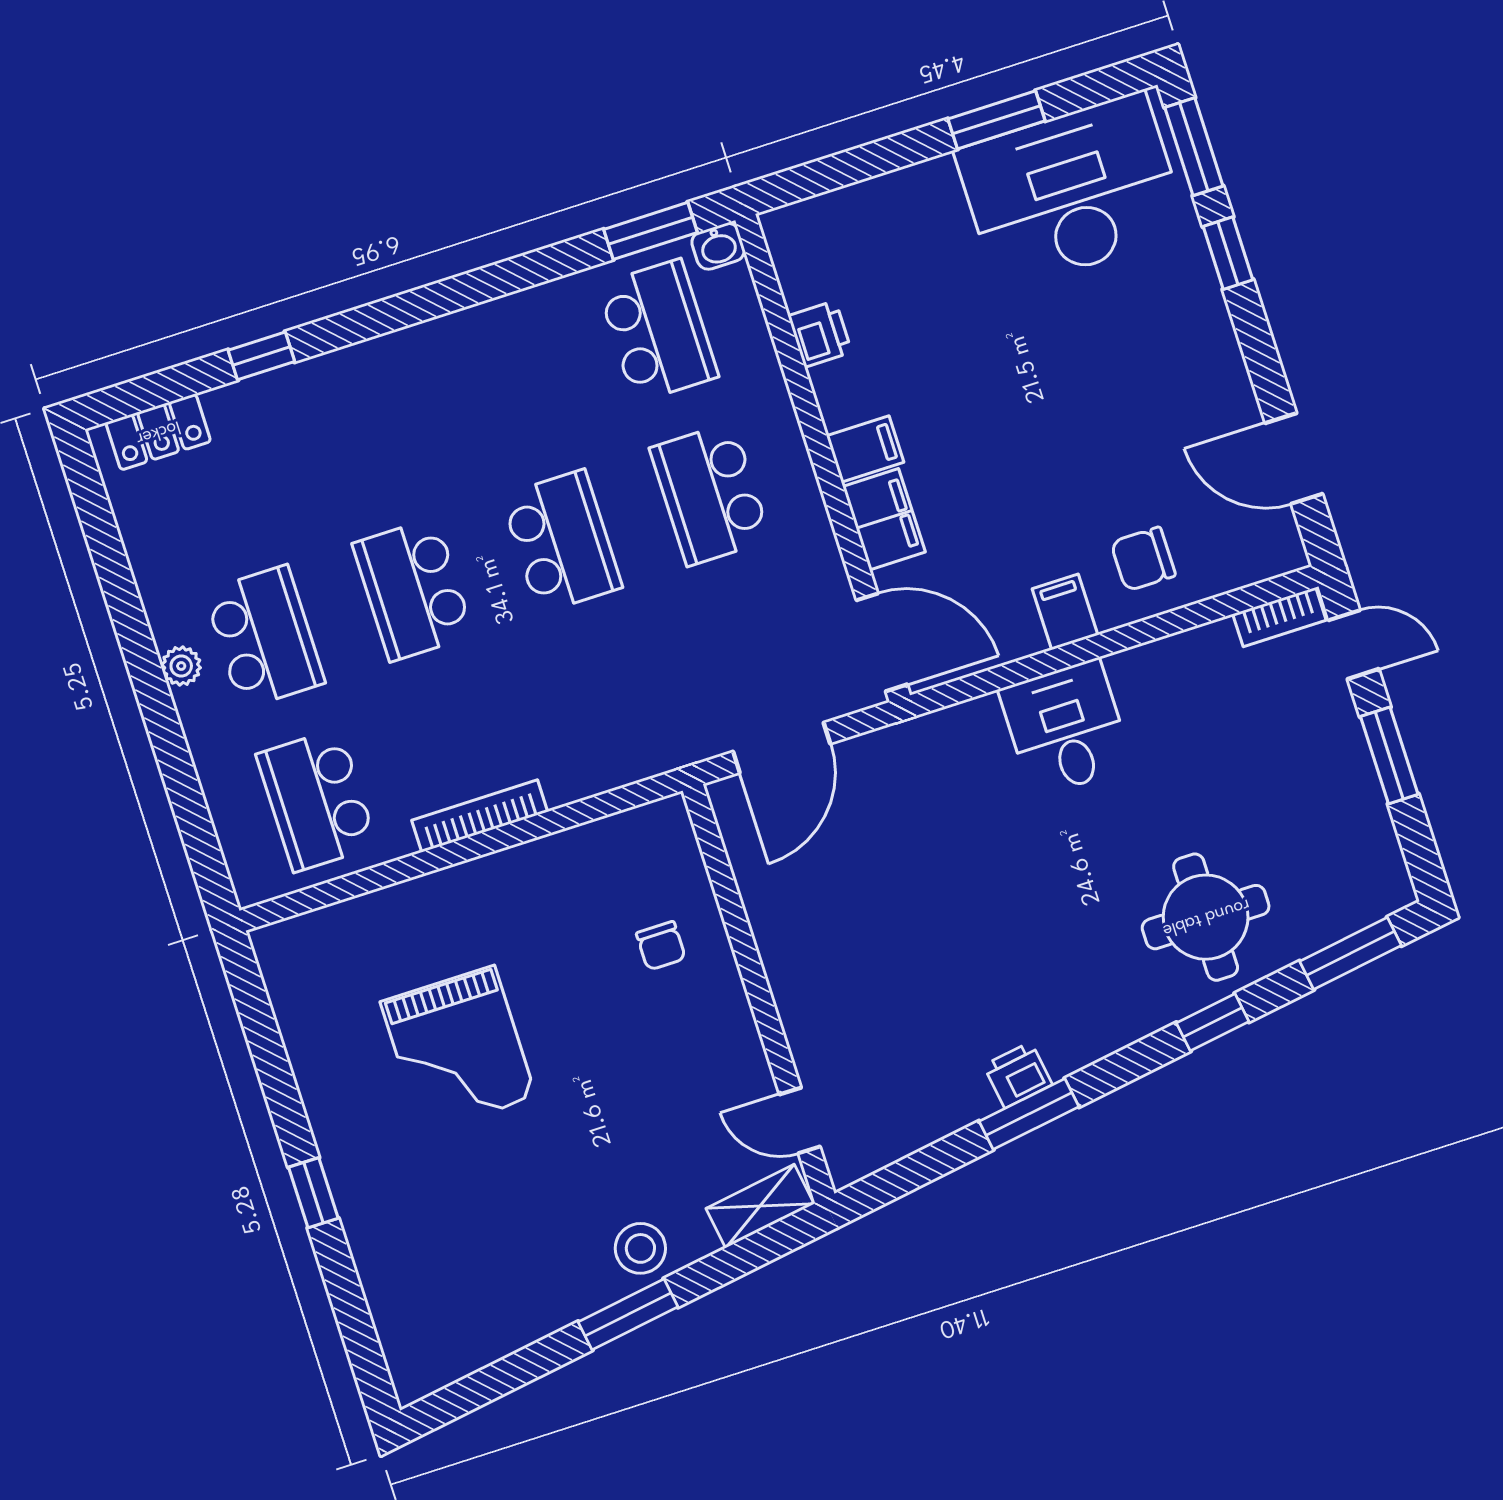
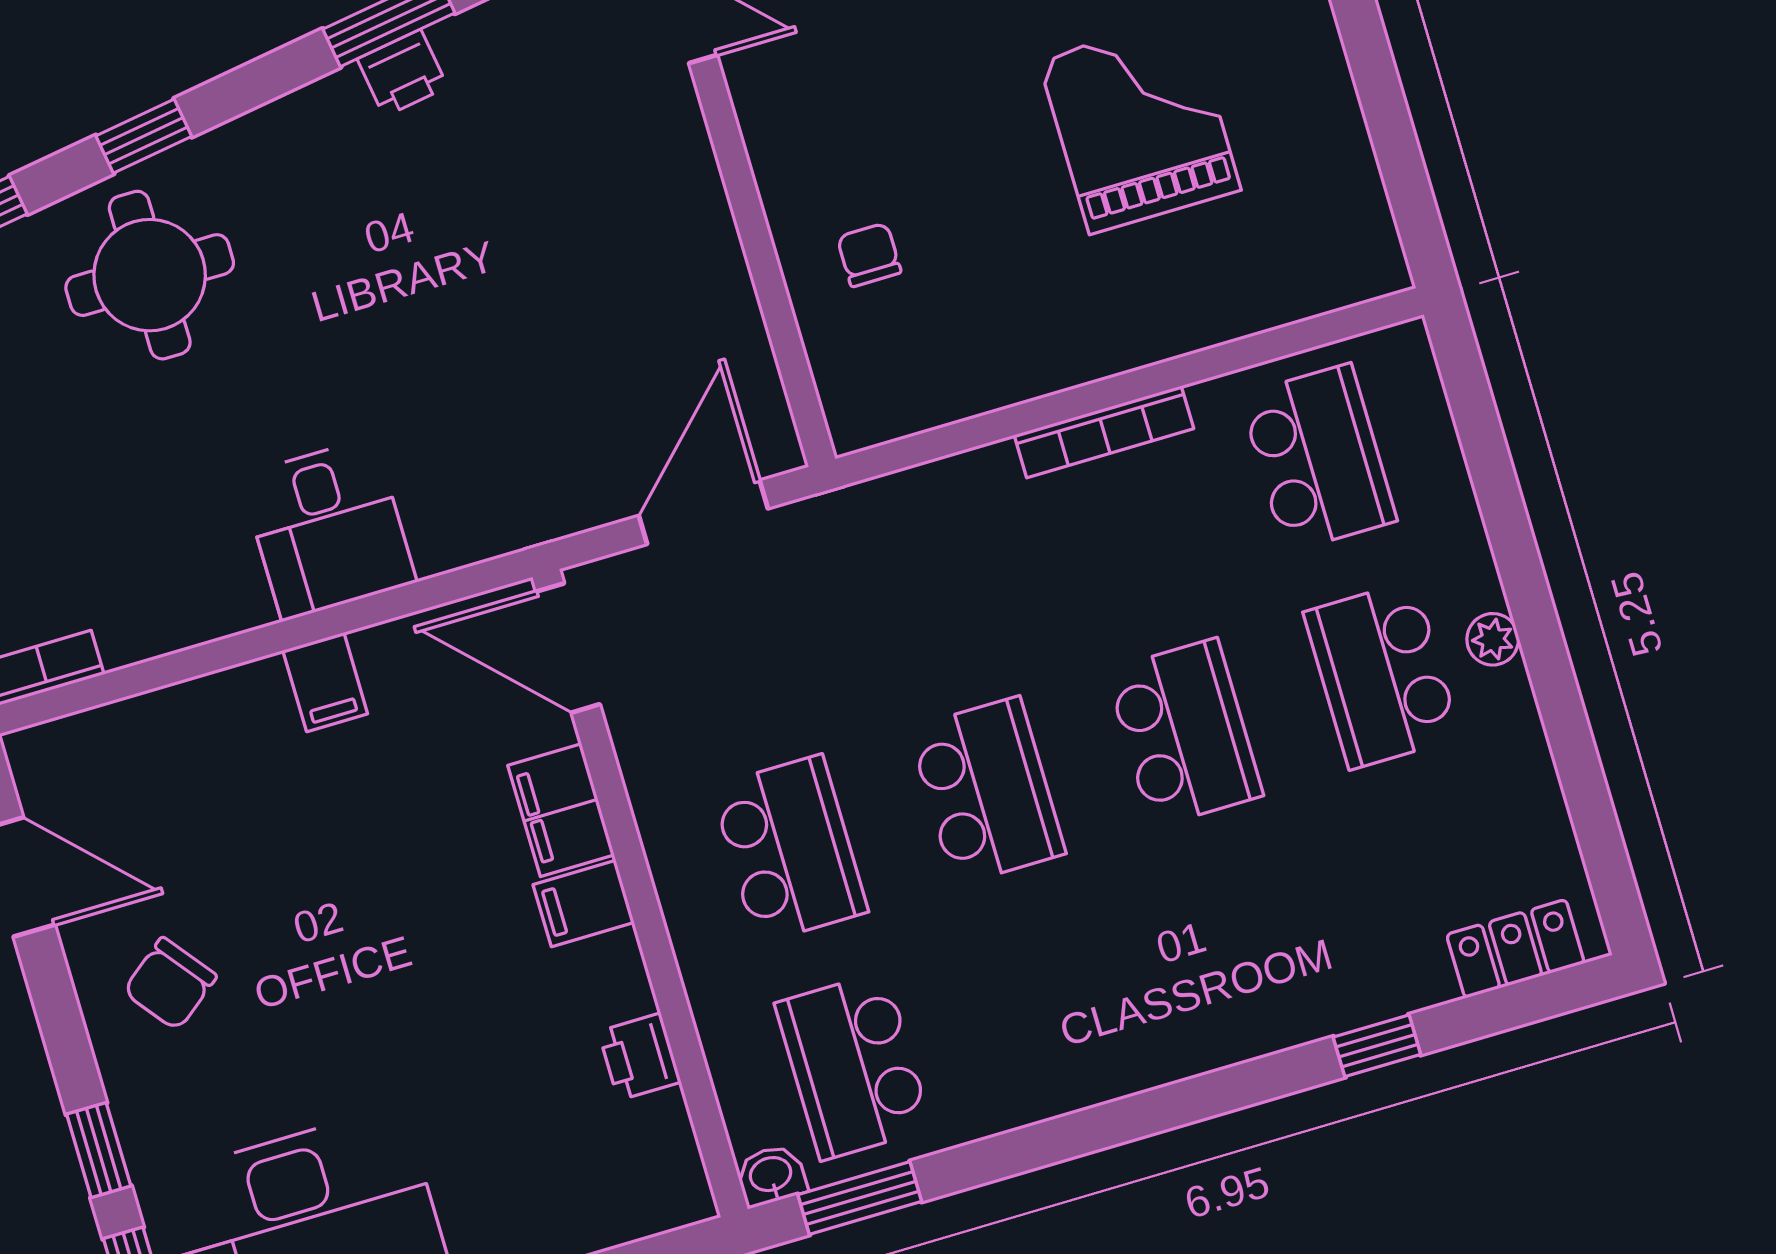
school desk: (562, 542) -> (987, 791), turned 180
chair: (1143, 559) -> (170, 984), moved, turned 142

